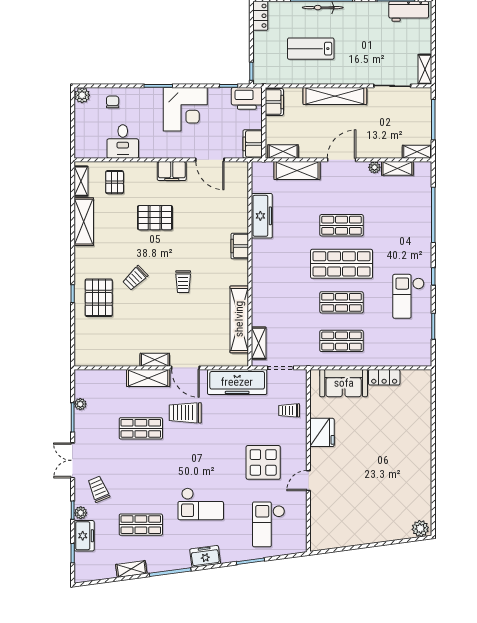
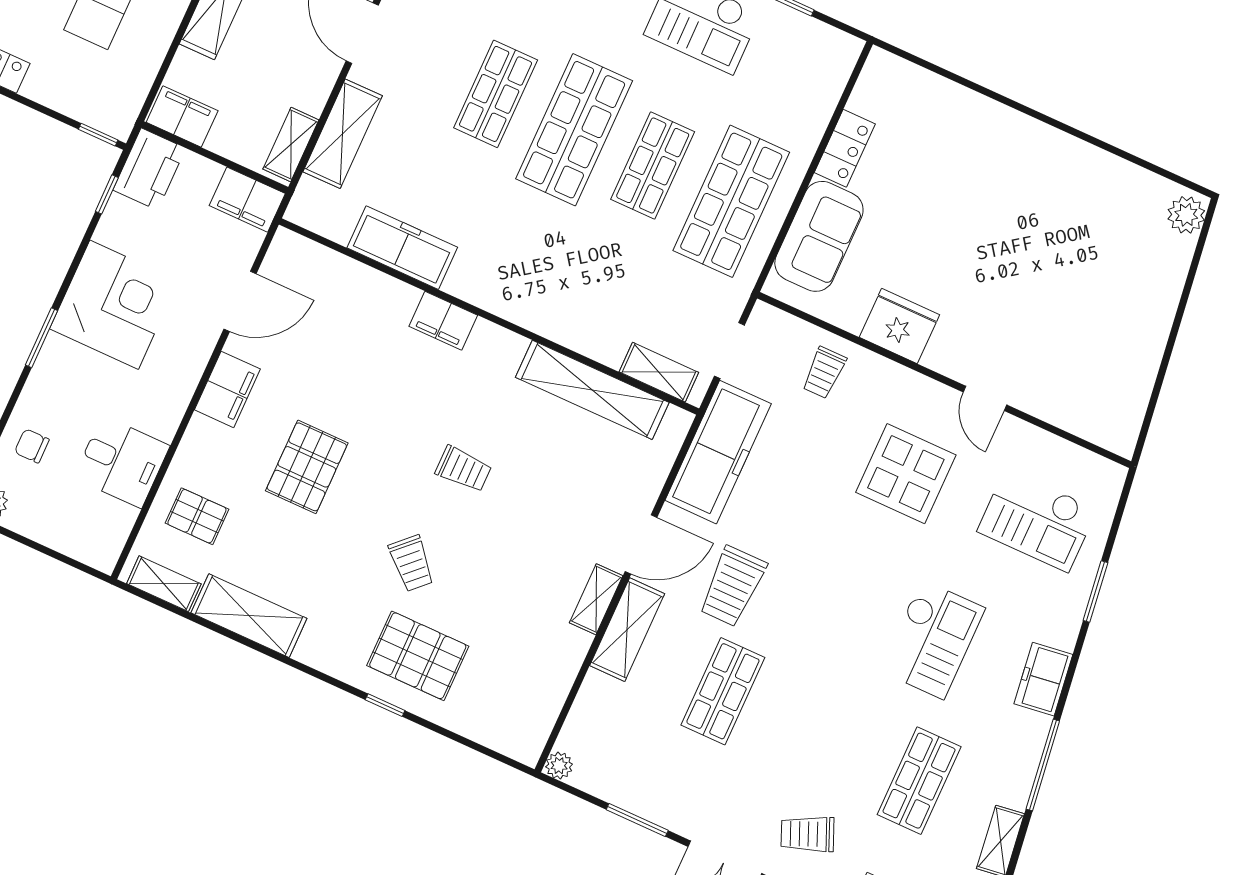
shop shelf: (342, 341) -> (731, 201), width x1.43, depth x1.36
plant: (80, 404) -> (559, 766), moved

